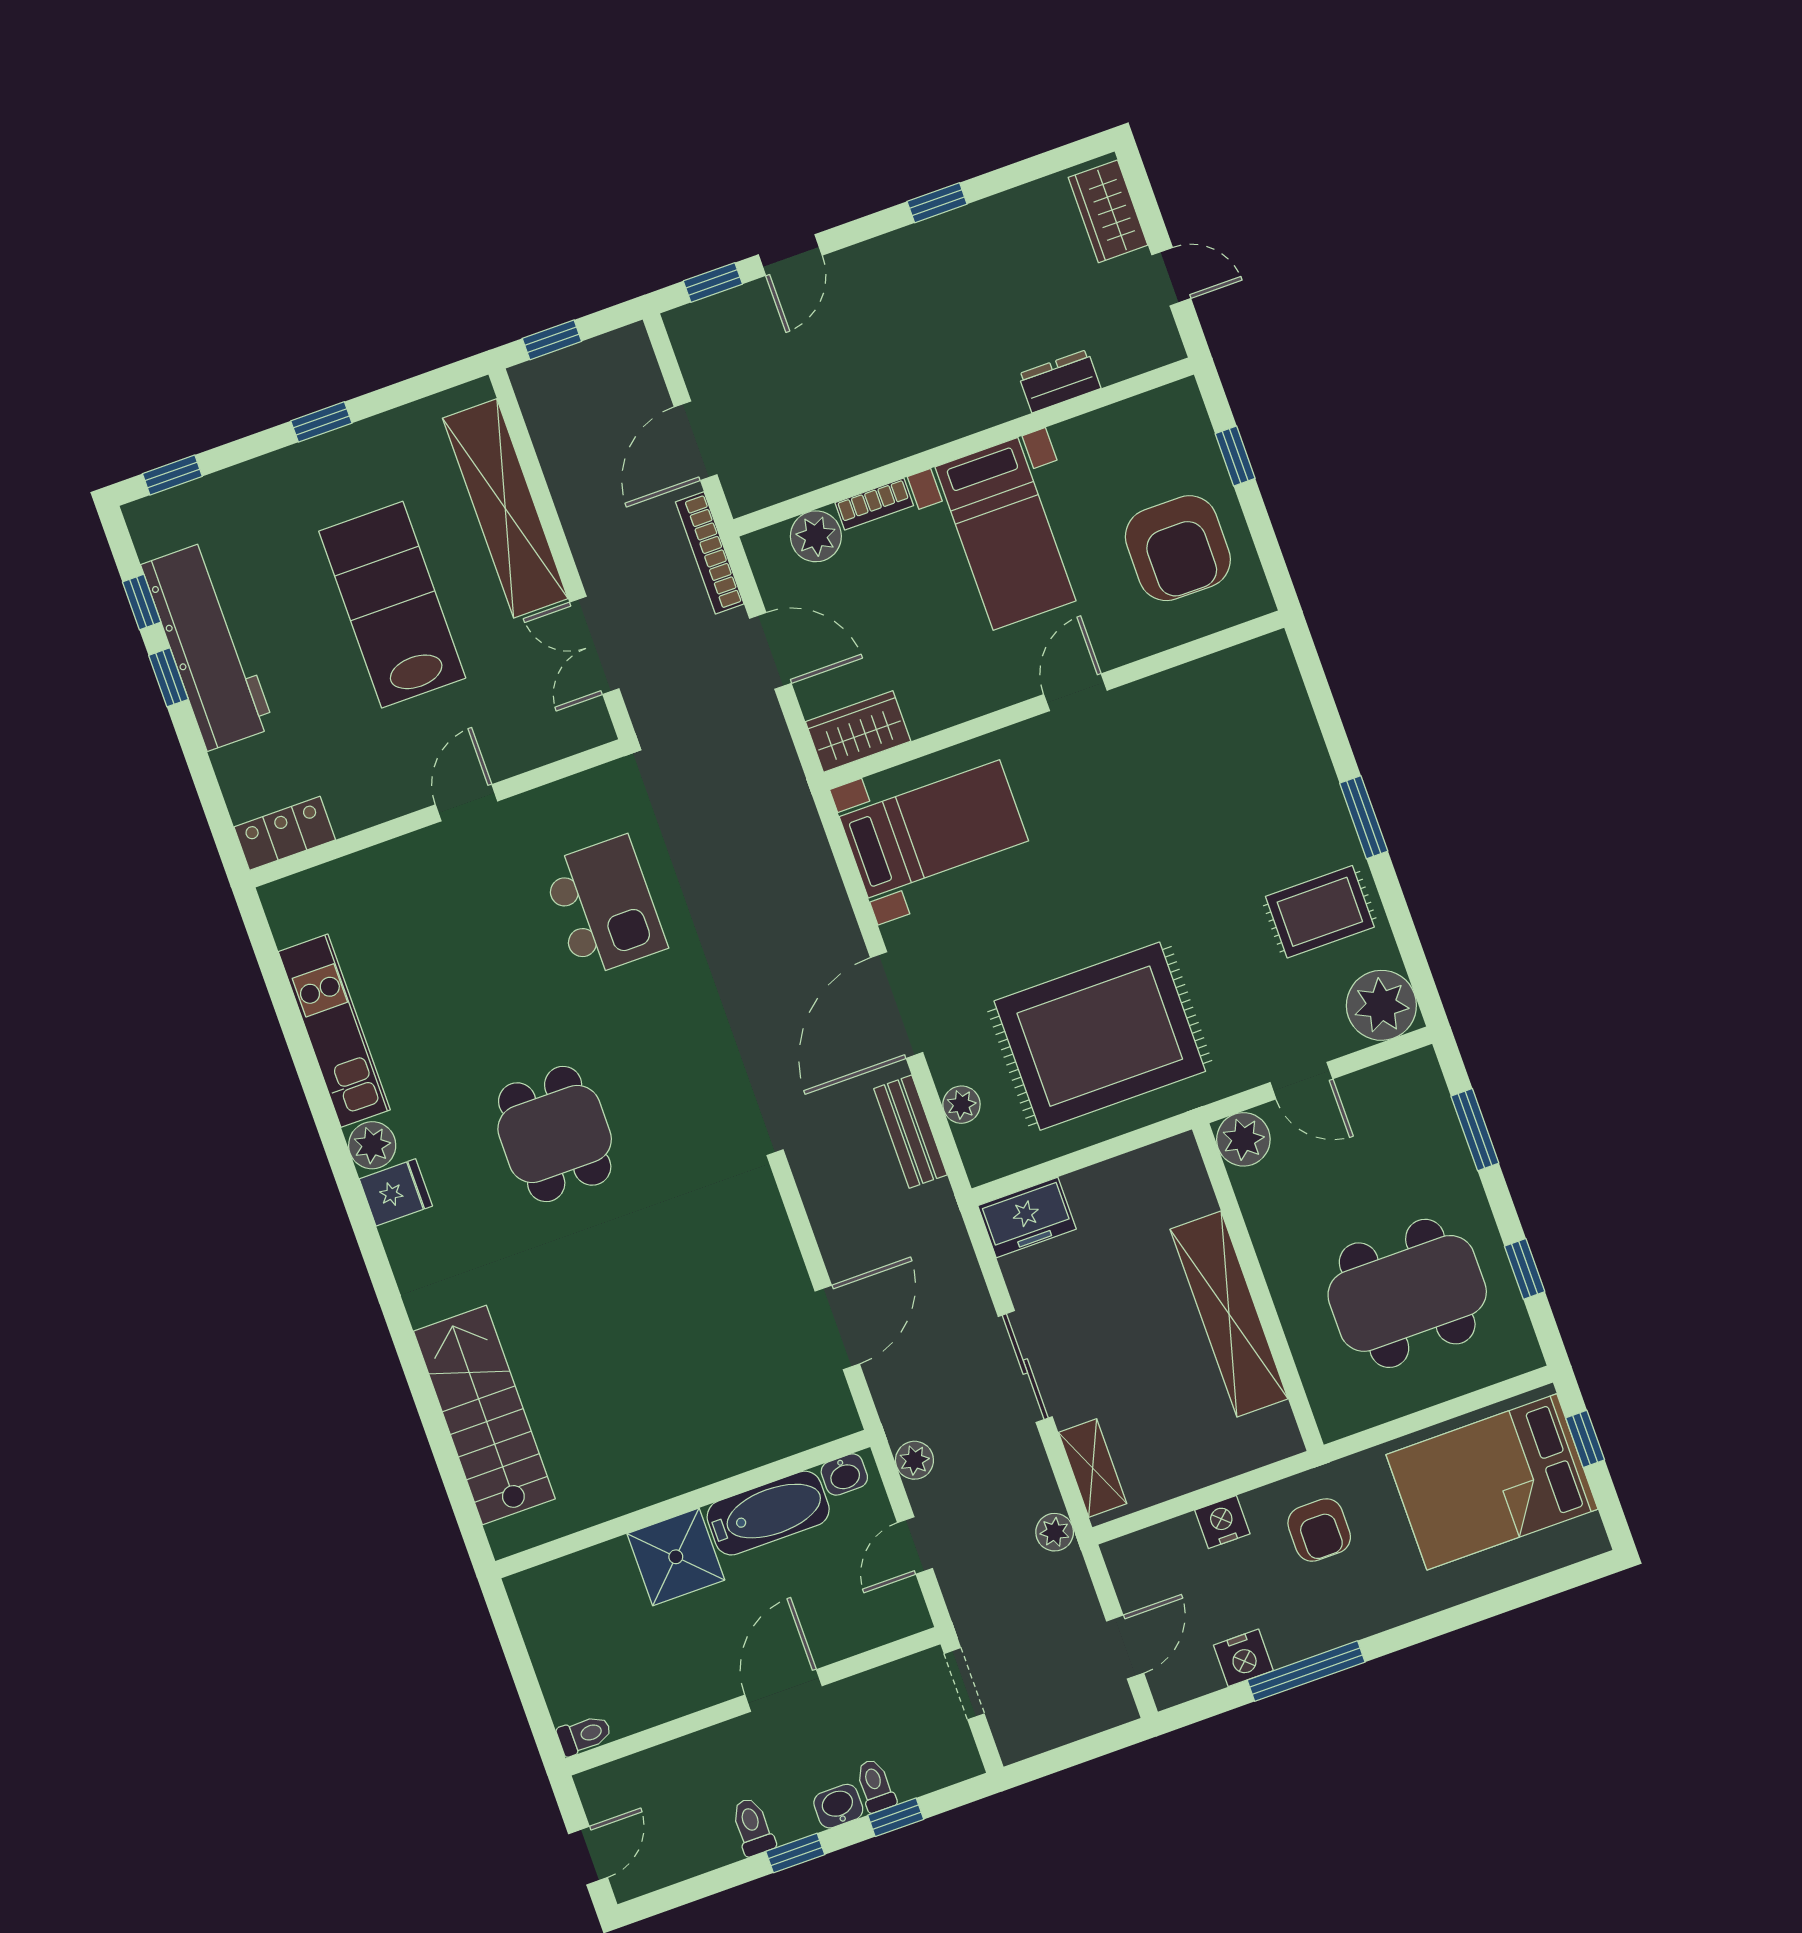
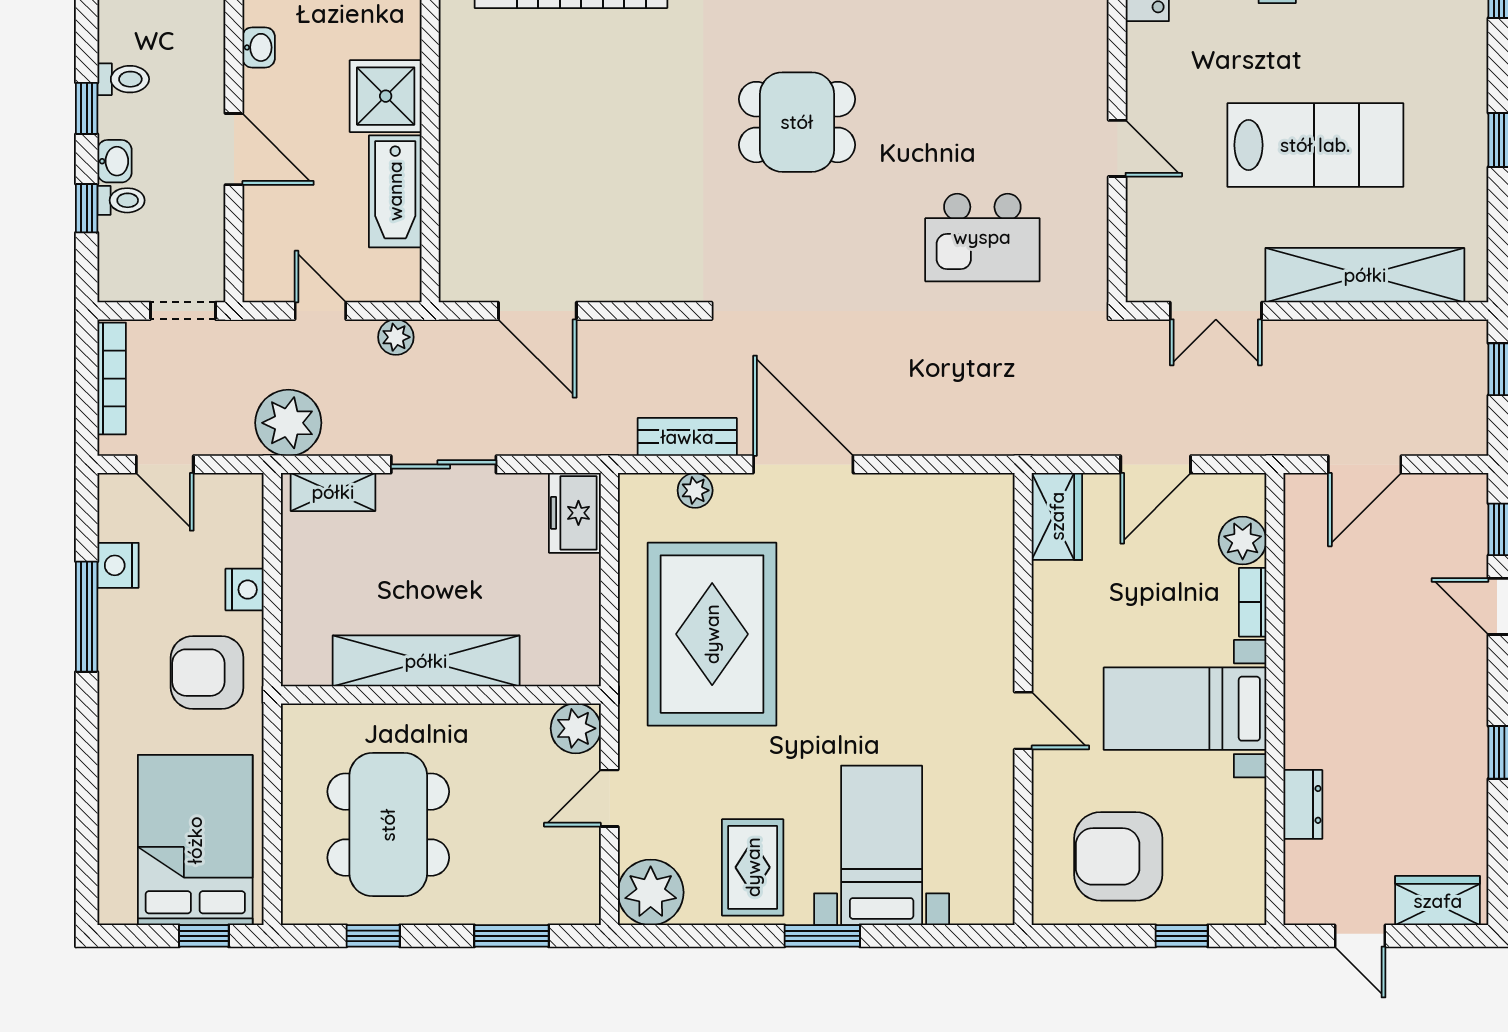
door: (1171, 277) -> (1360, 936), hinge flipped
door: (696, 441) -> (1365, 464), swing flipped
bookcase: (710, 553) -> (112, 379), moved, turned 90
double door: (594, 645) -> (1216, 311), swing flipped
bed with nightstands: (934, 829) -> (882, 845), moved, turned 180
washbasin: (844, 1474) -> (259, 47), moved, turned 180
armchair: (1319, 1530) -> (207, 673), width x1.38, depth x1.38
plant: (1055, 1532) -> (288, 423), width x1.87, depth x1.87

